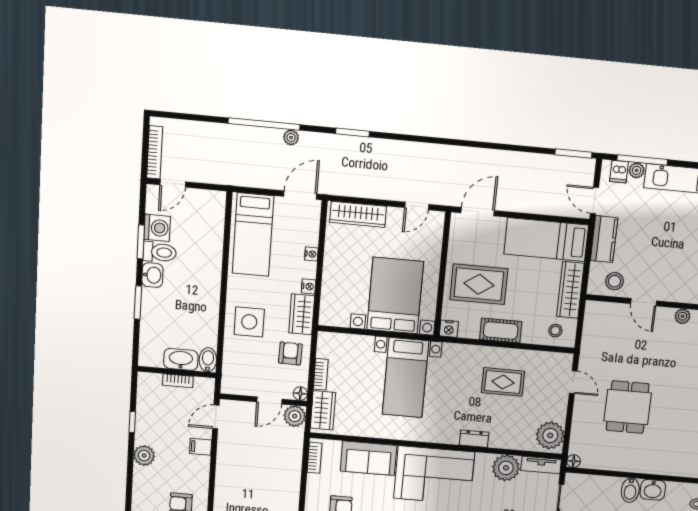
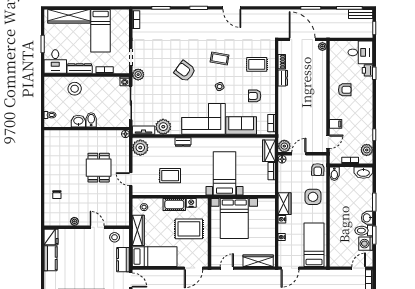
nightstand: (449, 329) -> (191, 203), moved
armchair: (290, 353) -> (318, 170), moved
washbasin: (181, 359) -> (363, 173), moved
plant: (144, 456) -> (367, 150), moved

